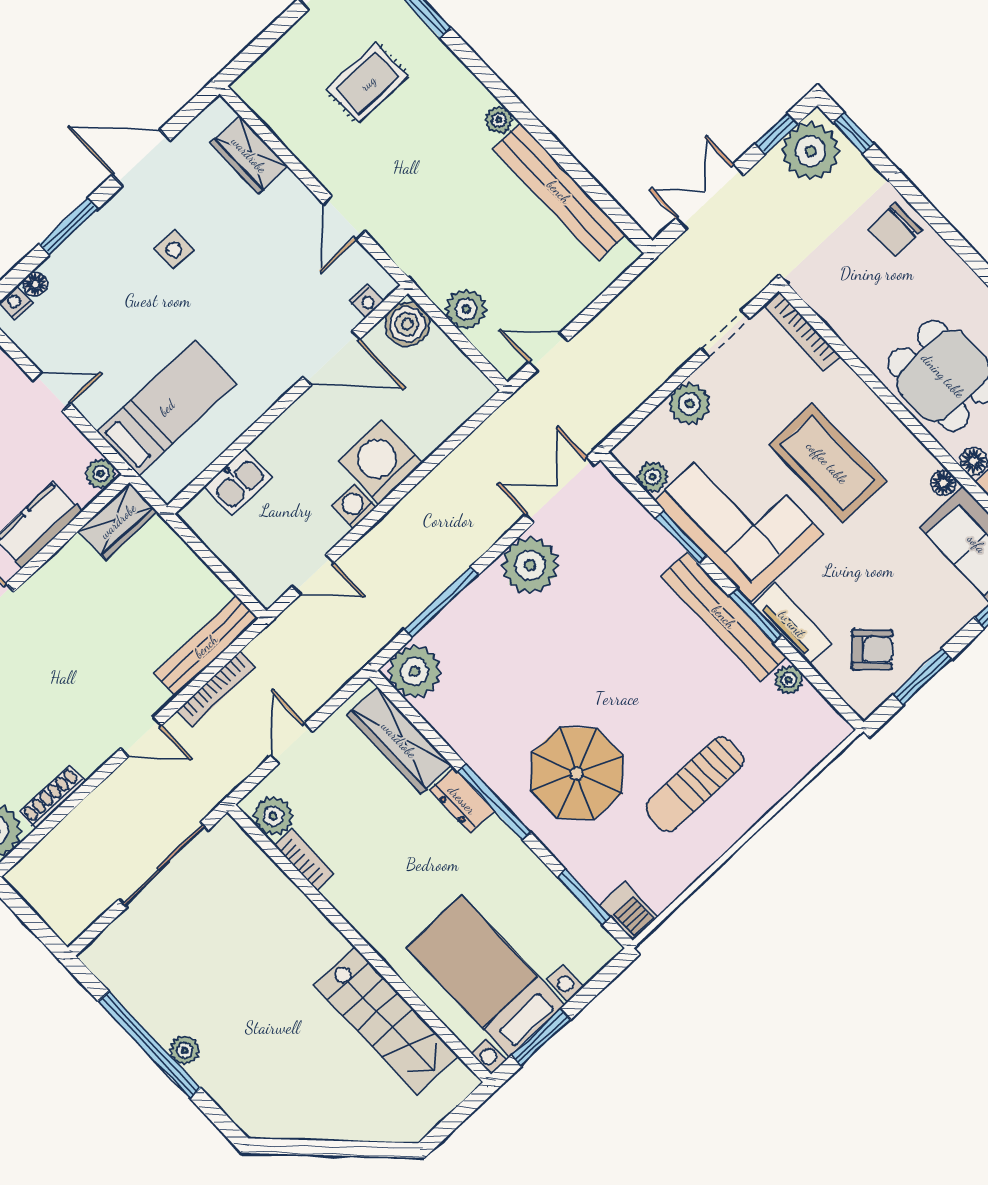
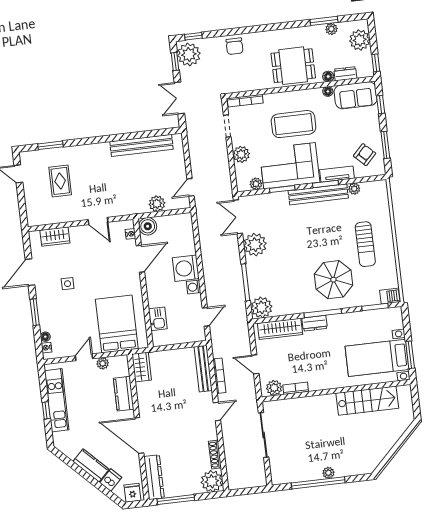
plant: (499, 120) -> (104, 148), removed
bed: (167, 408) -> (117, 324), width x1.50
plant: (101, 474) -> (103, 363), moved

